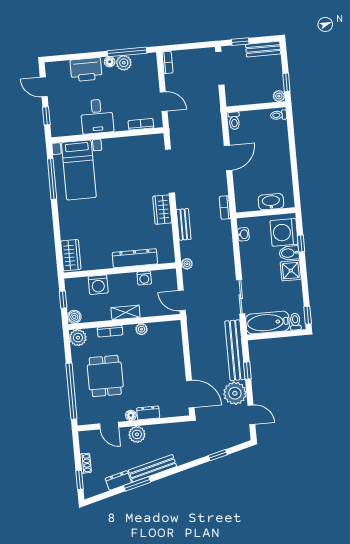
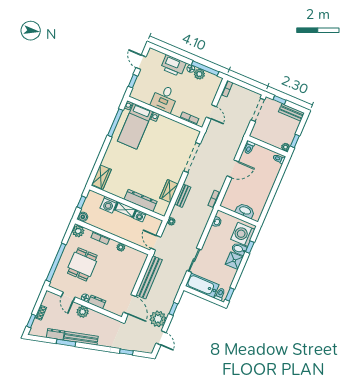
wardrobe: (162, 210) -> (169, 191), moved
shelving: (126, 313) -> (125, 210), moved
bench: (235, 350) -> (149, 277), moved

